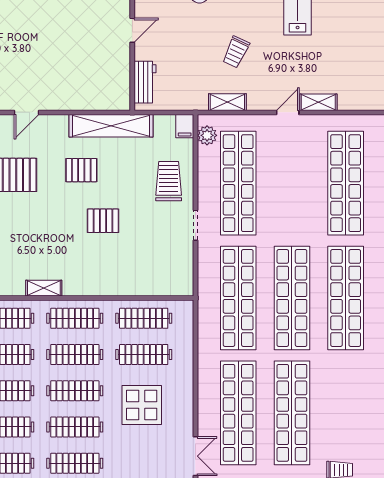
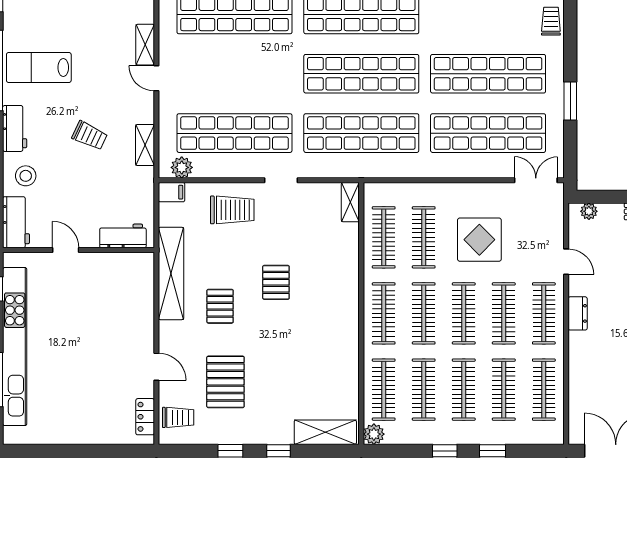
trolley: (169, 181) -> (232, 210), turned 180
shelving: (44, 288) -> (350, 202), moved

